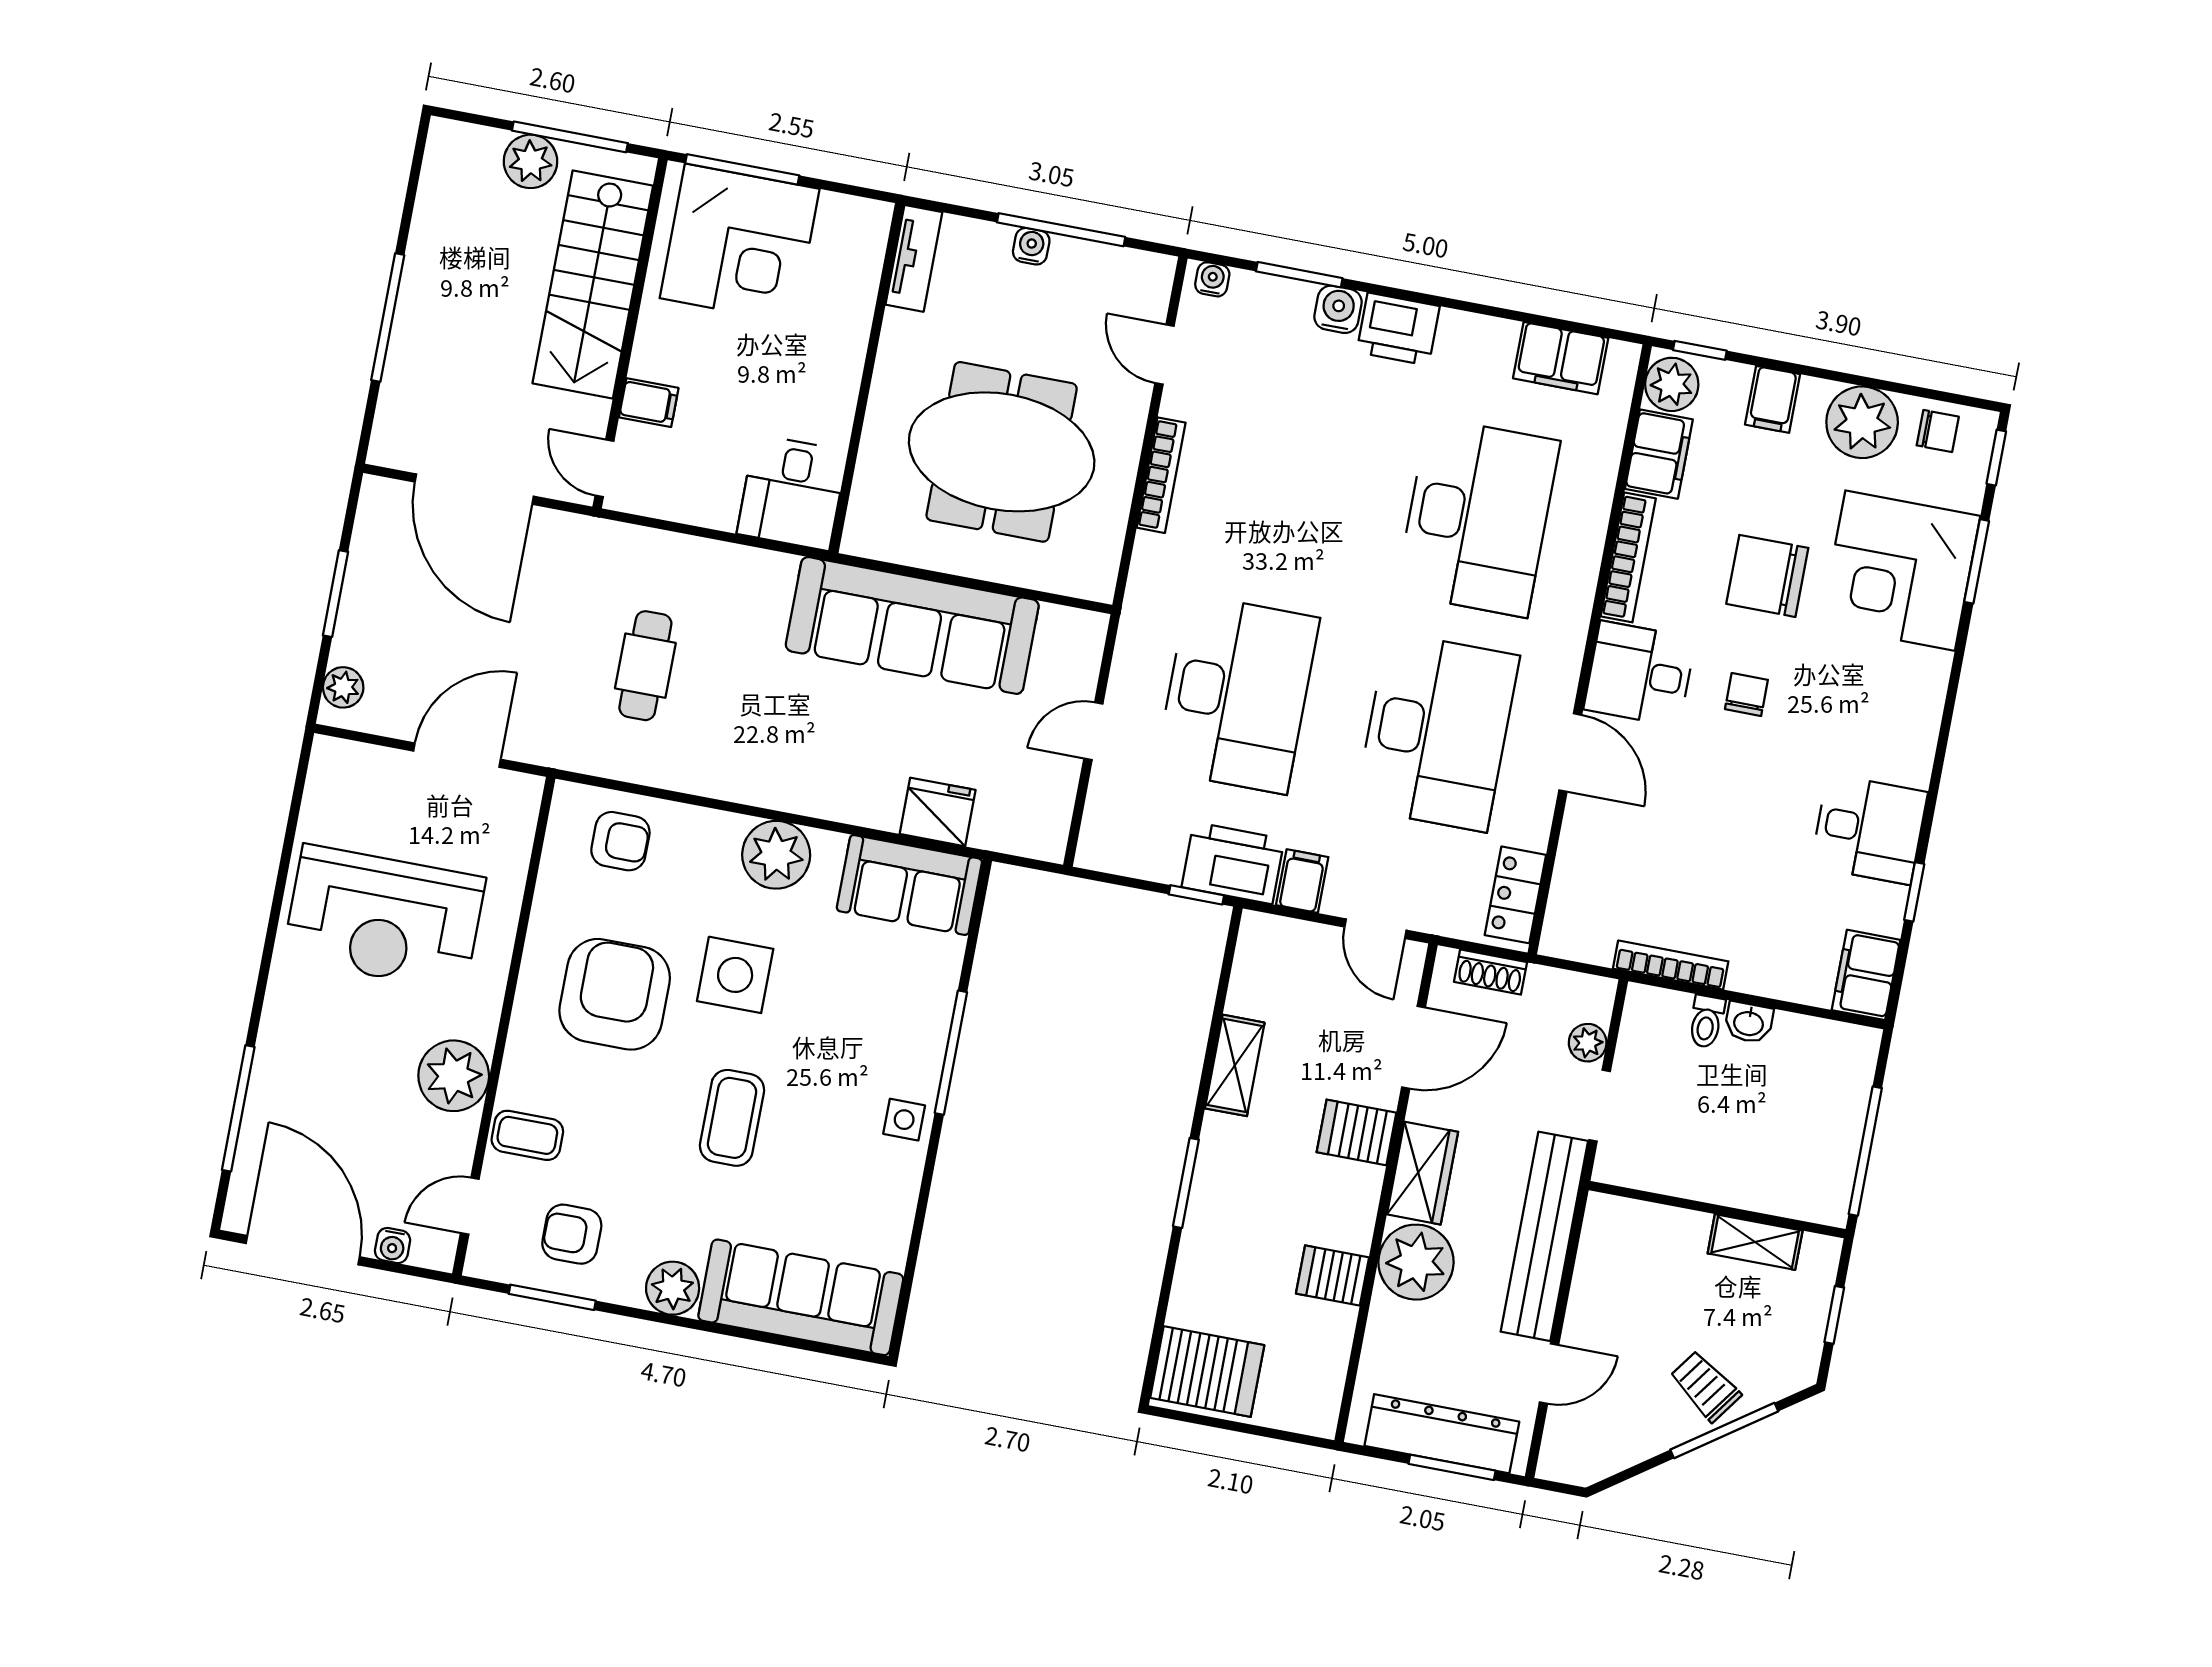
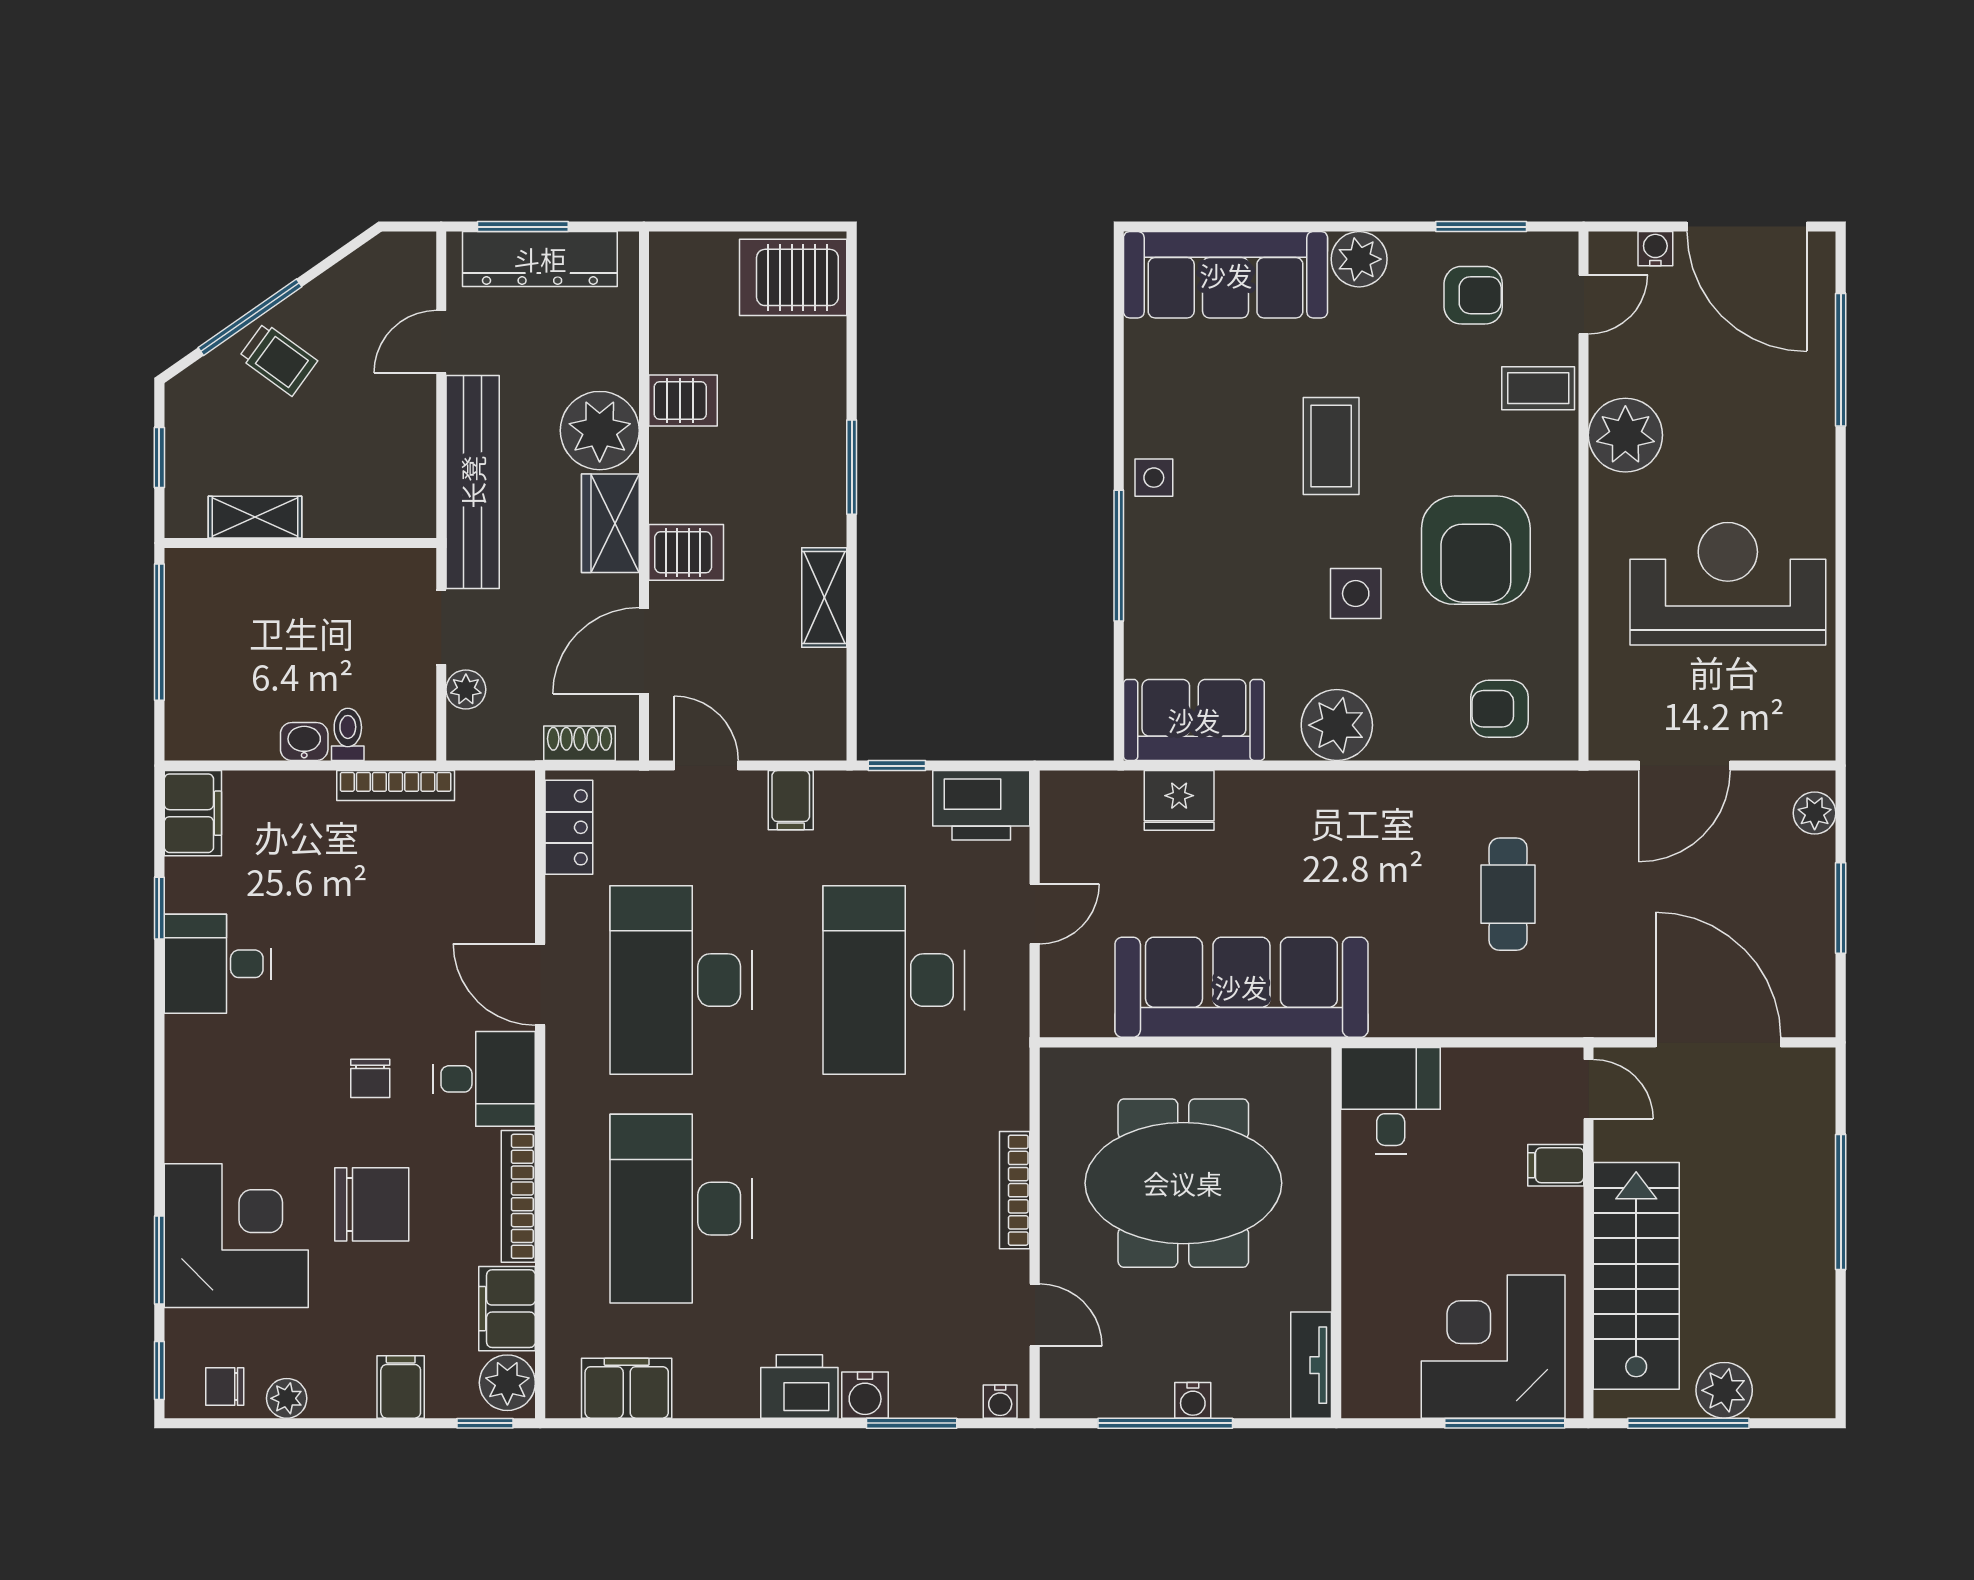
plant: (1862, 422) -> (287, 1398), width x0.53, depth x0.53
printer: (1233, 863) -> (981, 805), moved
side table: (735, 975) -> (1356, 594), width x0.73, depth x0.73

